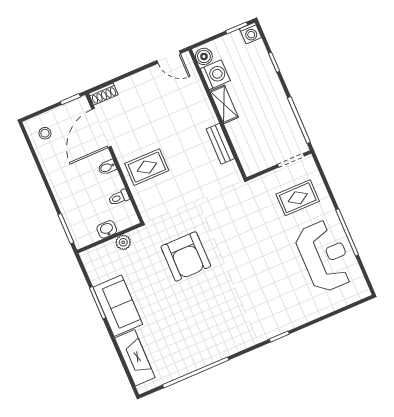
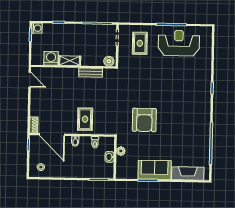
boiler: (204, 56) -> (109, 61), moved
door: (169, 57) -> (30, 80), hinge flipped
armchair: (186, 256) -> (144, 120), turned 90

